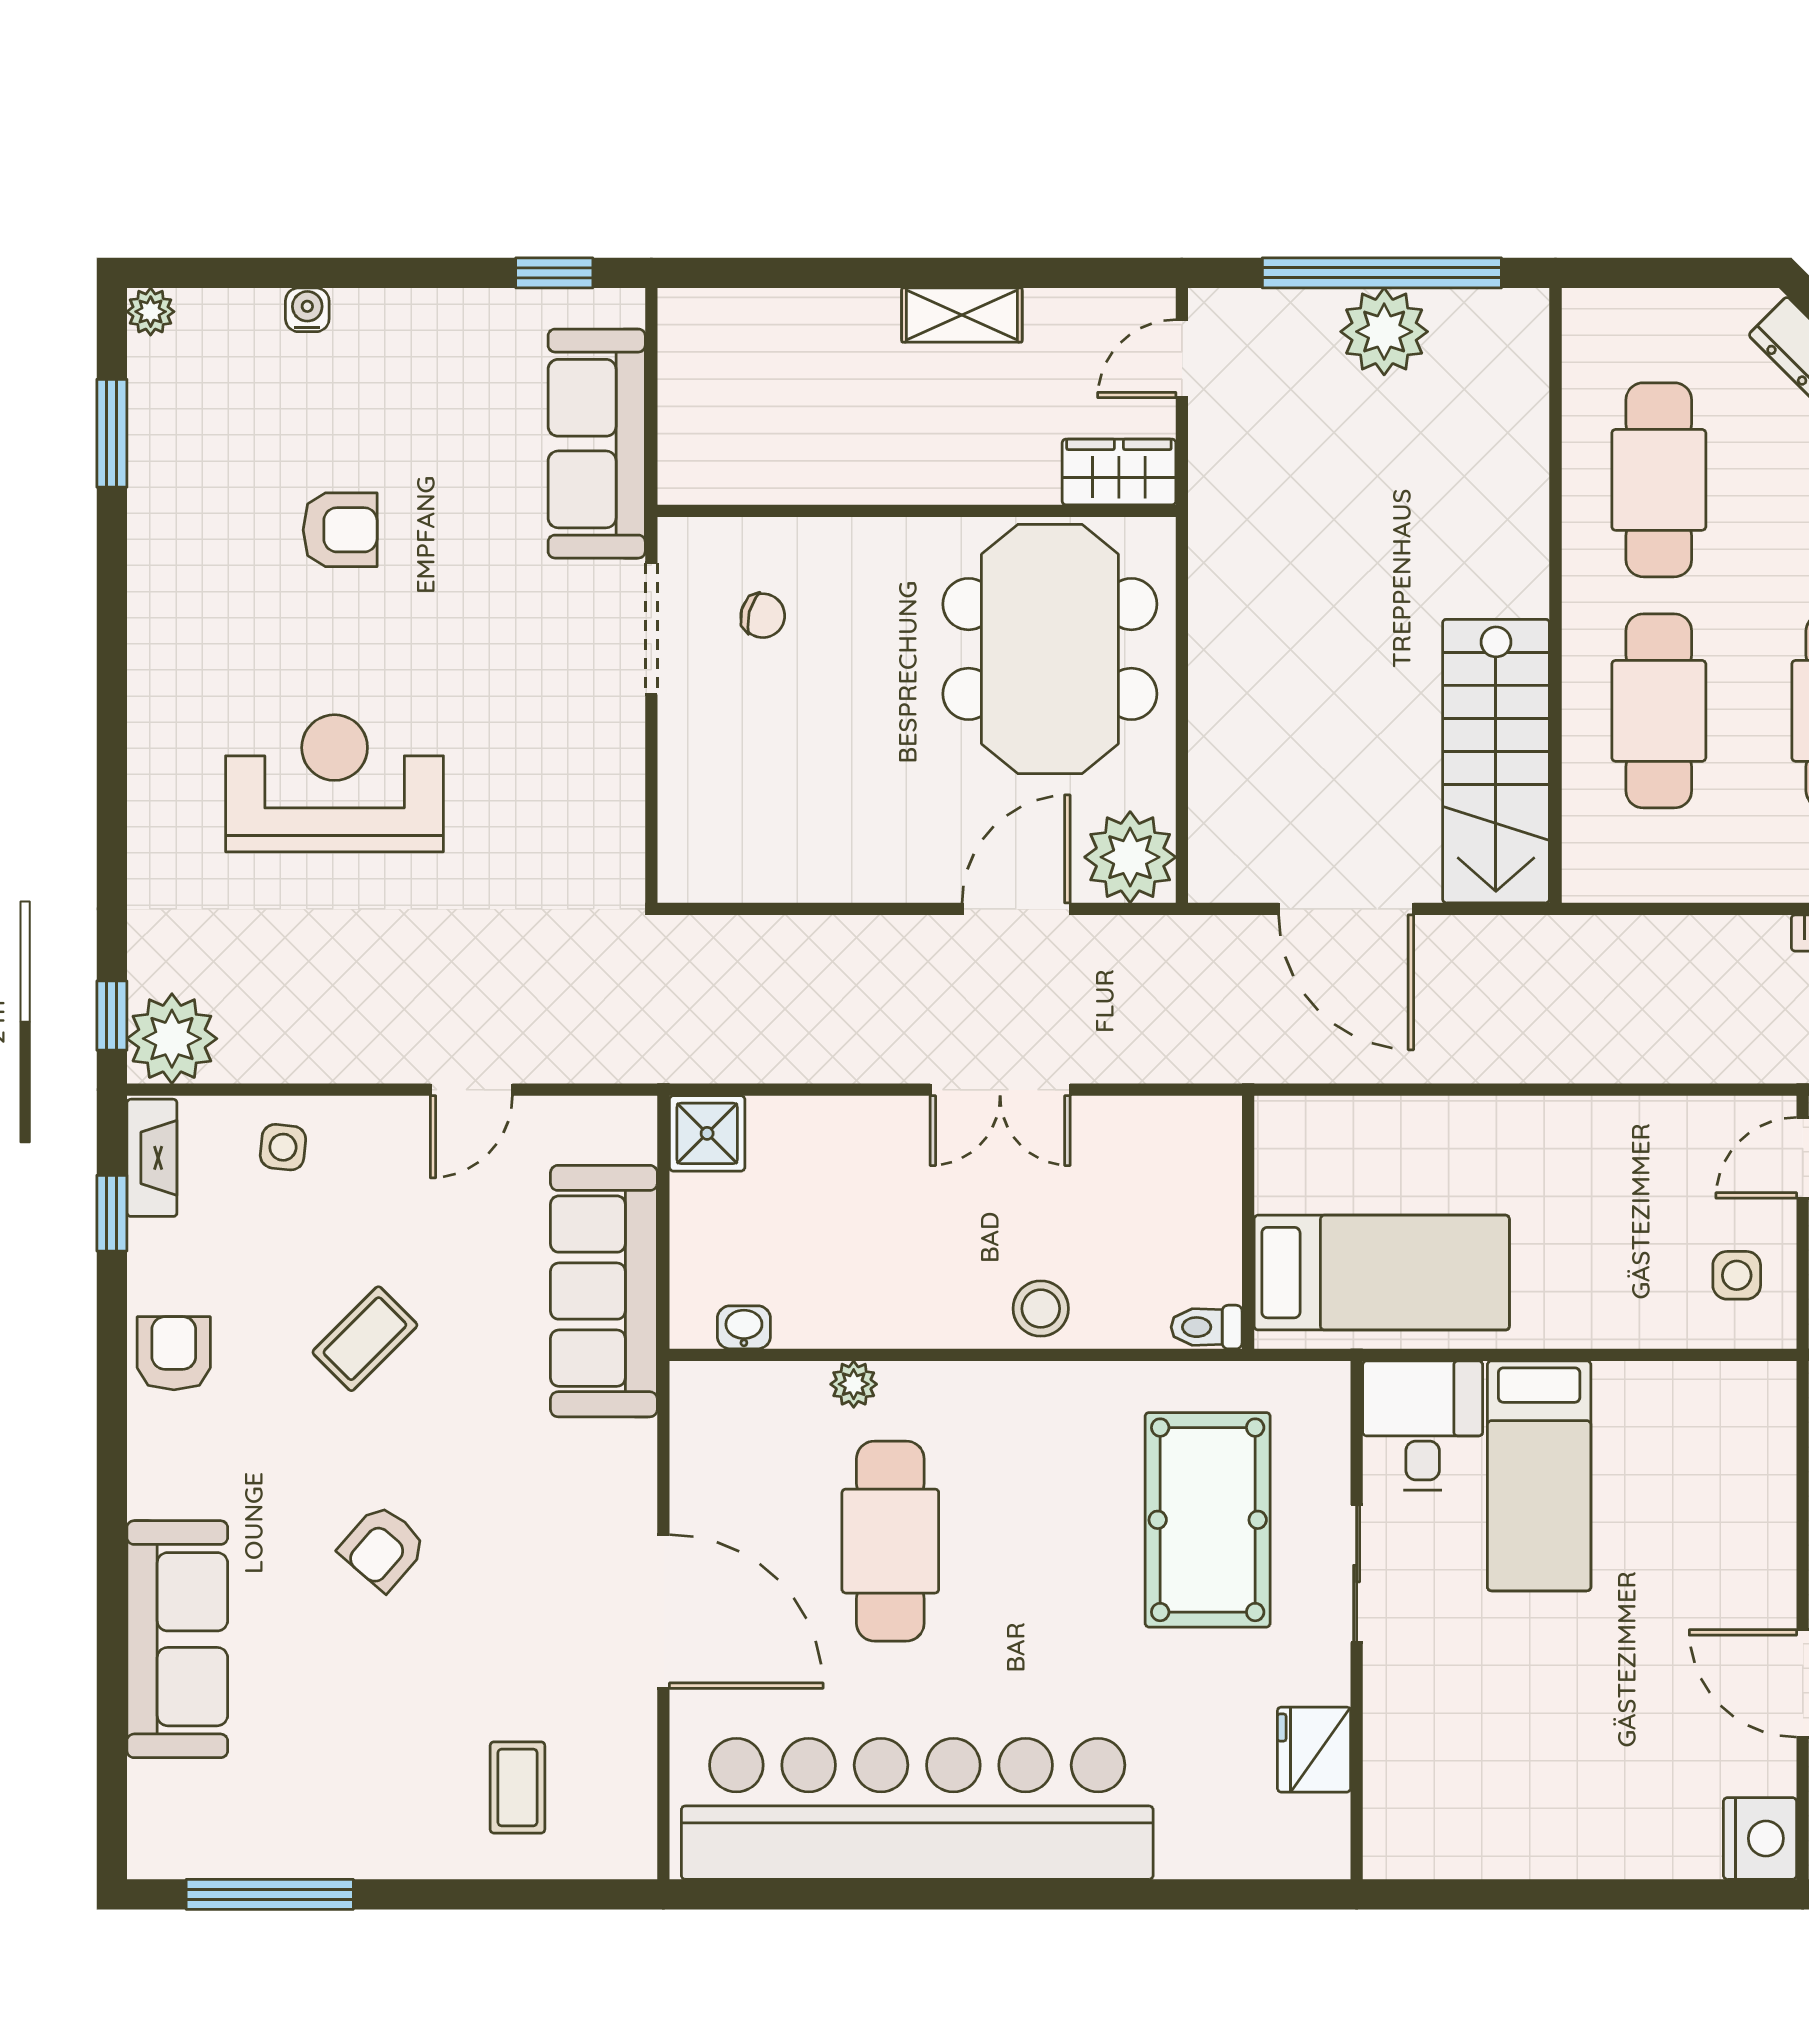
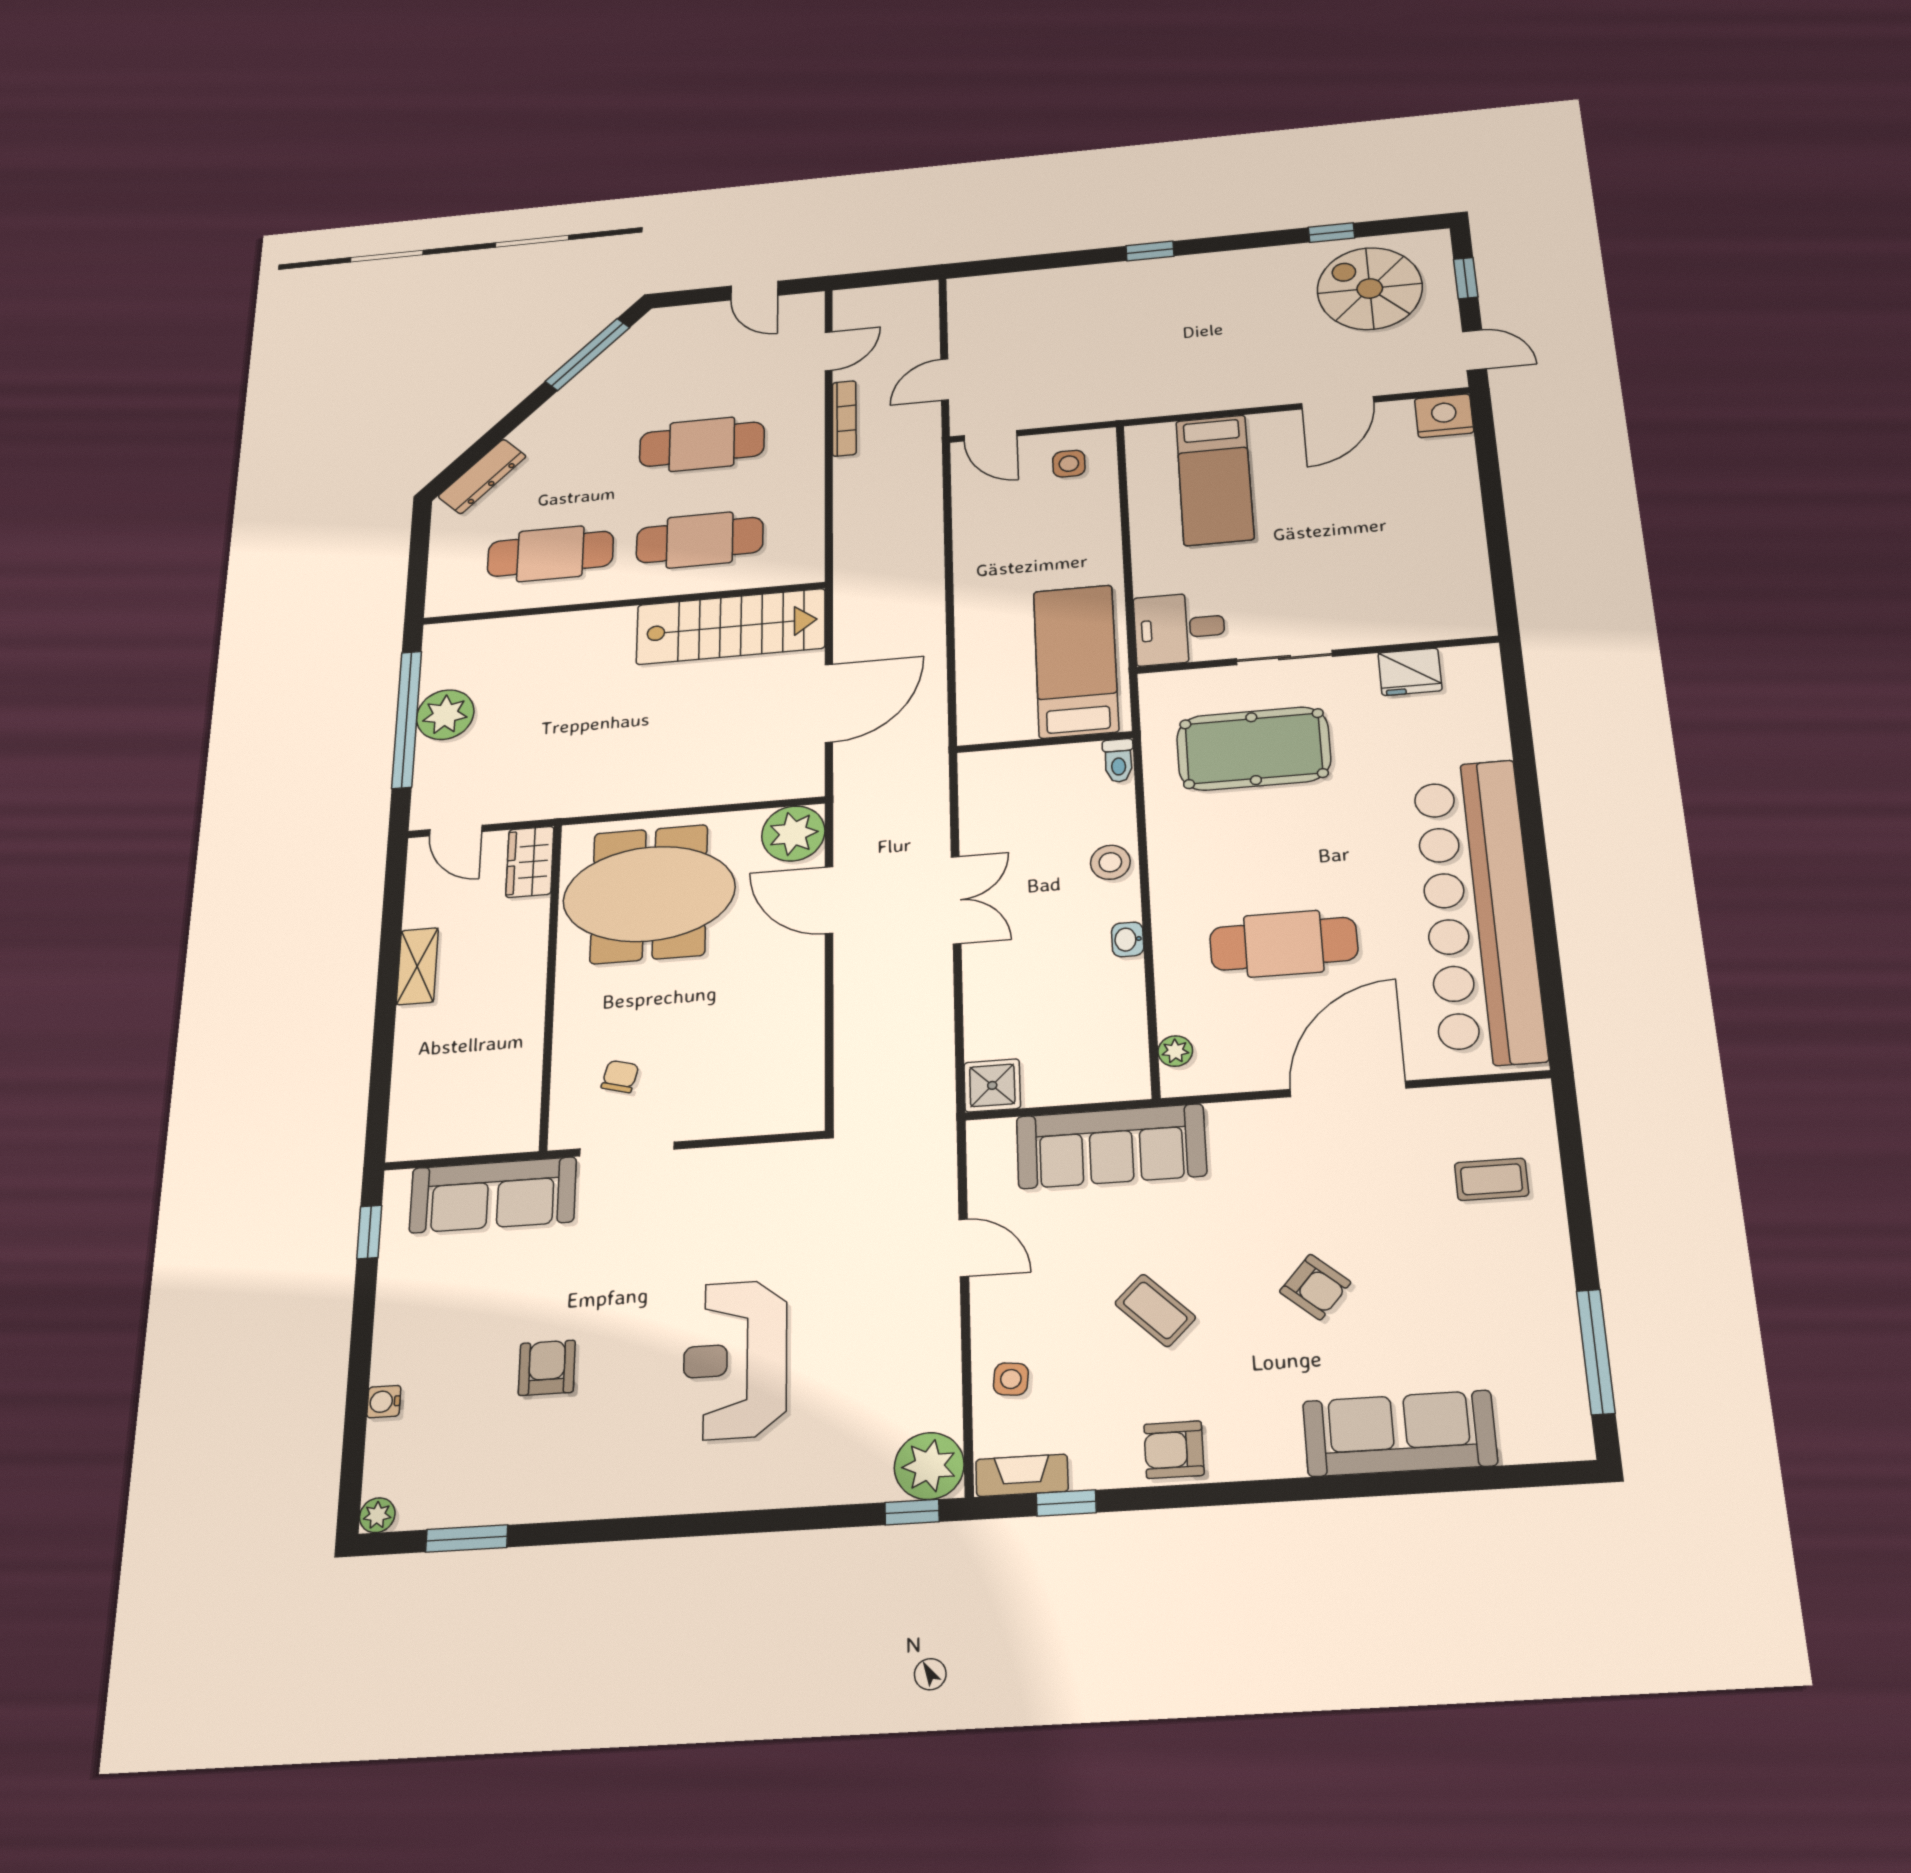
washbasin: (744, 1327) -> (1128, 939), moved
plant: (854, 1384) -> (1175, 1051), moved
bed: (1539, 1476) -> (1215, 480), moved, turned 90

